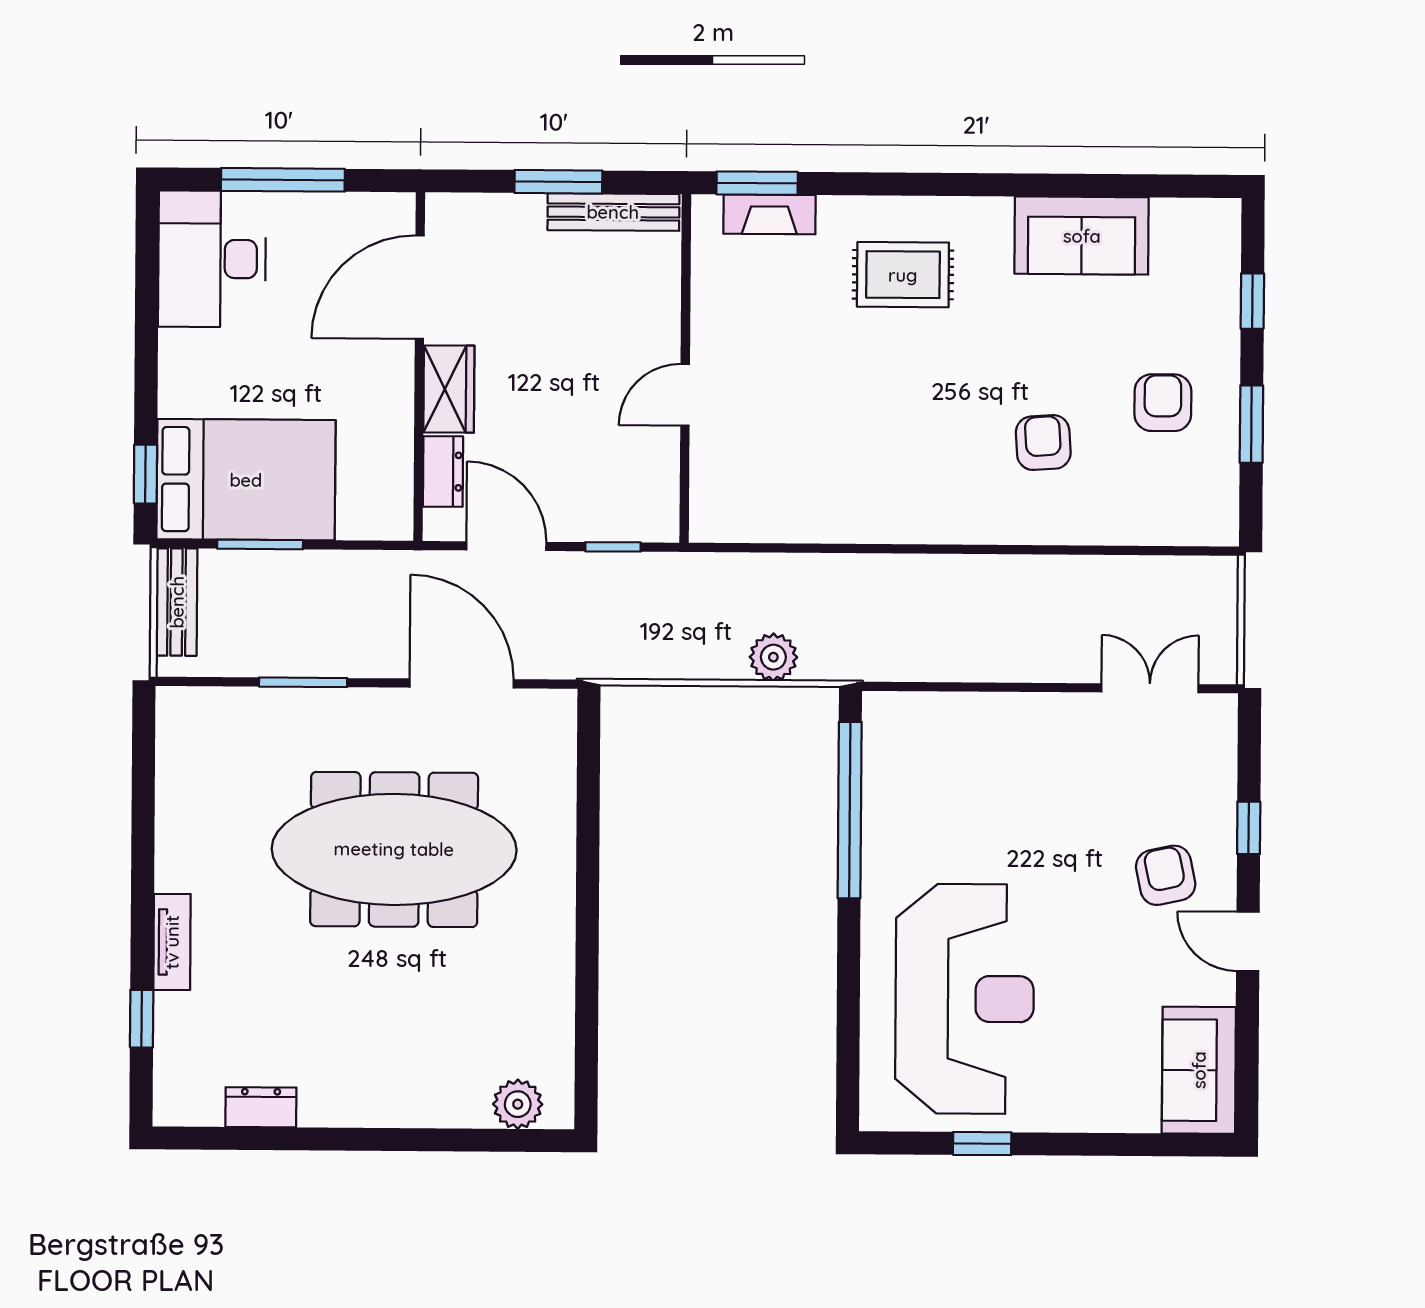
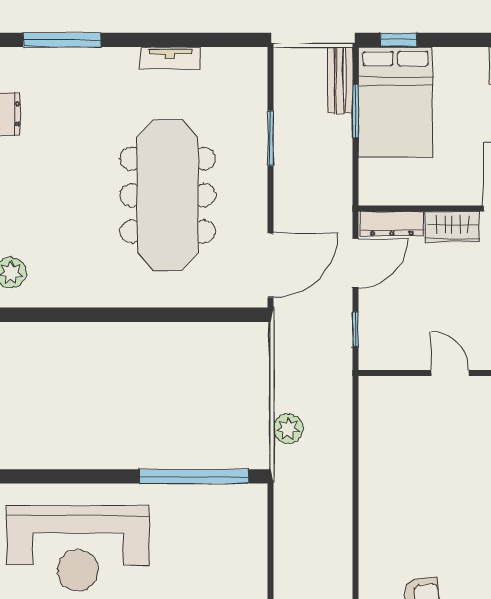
dresser: (443, 472) -> (392, 224), width x1.44
bench: (177, 602) -> (340, 80), moved, turned 90
door: (462, 683) -> (271, 265), moved
tv unit: (172, 942) -> (170, 58), moved
window: (142, 1019) -> (62, 40), width x2.17

